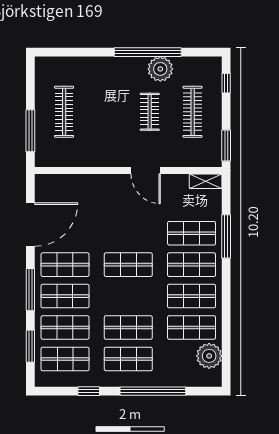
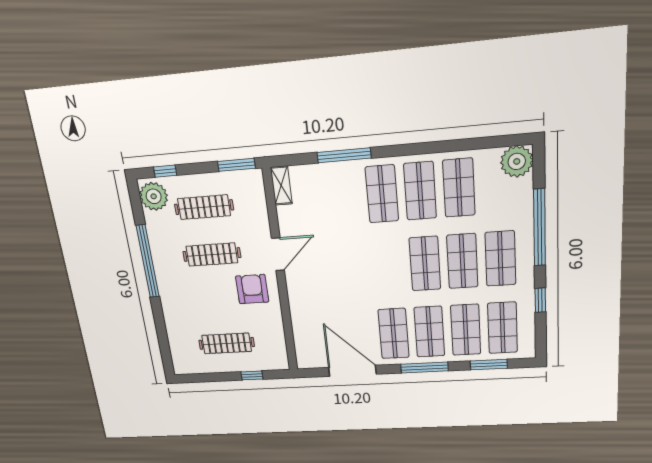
plant: (160, 69) -> (154, 196), moved
clothes rail: (150, 112) -> (212, 255), width x1.36
window: (30, 131) -> (252, 375), width x0.46
armchair: (115, 143) -> (252, 289), added
shop shelf: (192, 233) -> (344, 197), removed
shop shelf: (128, 265) -> (425, 264), moved
plant: (209, 356) -> (517, 161), moved

